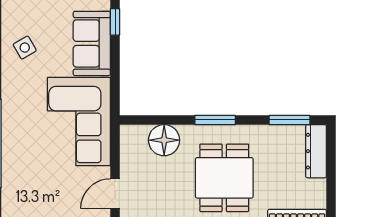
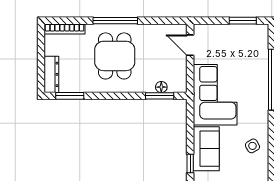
window: (215, 120) -> (160, 96), moved
floor lamp: (164, 140) -> (161, 87), width x0.53, depth x0.53
door: (115, 194) -> (190, 45), swing flipped

